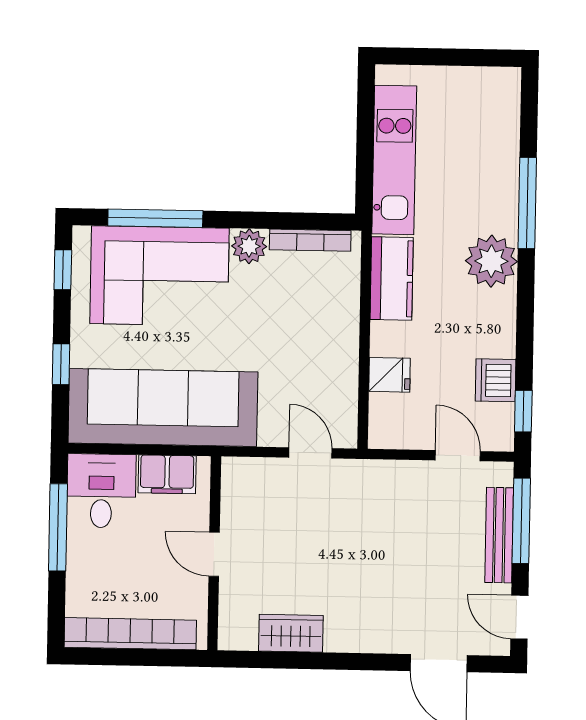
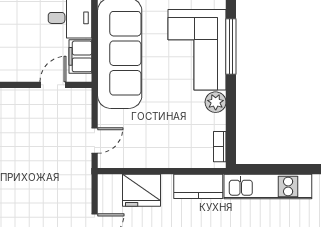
bookcase: (310, 240) -> (220, 147), width x0.64
fridge: (389, 375) -> (141, 190), width x1.88, depth x1.34
door: (214, 554) -> (53, 85), moved

